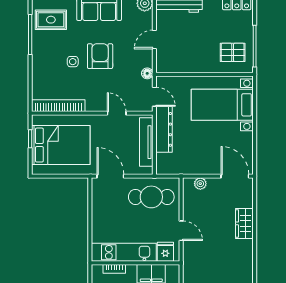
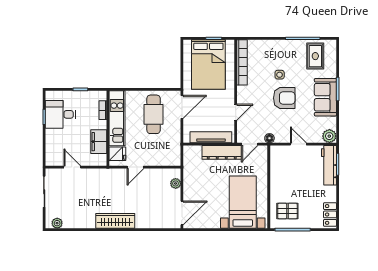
pallet: (233, 52) -> (287, 211), turned 90
cafe table: (151, 197) -> (154, 114), moved
wardrobe: (244, 223) -> (115, 221), moved, width x1.50

